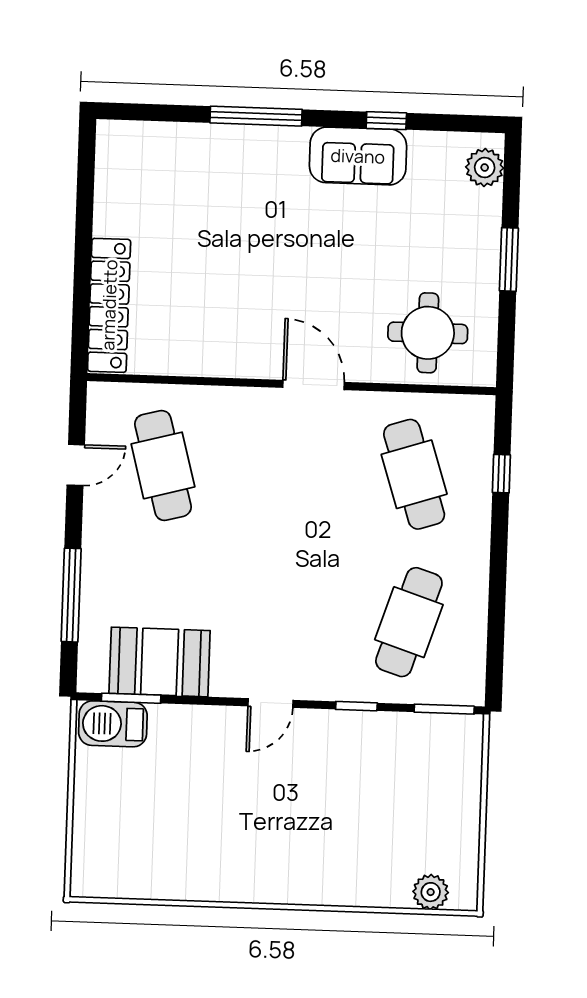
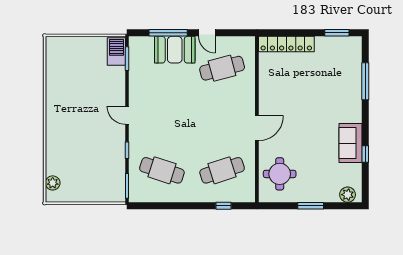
window: (256, 116) -> (365, 81), moved
window: (86, 180) -> (337, 33), added
door: (76, 465) -> (207, 33), moved
booth: (160, 662) -> (175, 50), moved, turned 90

